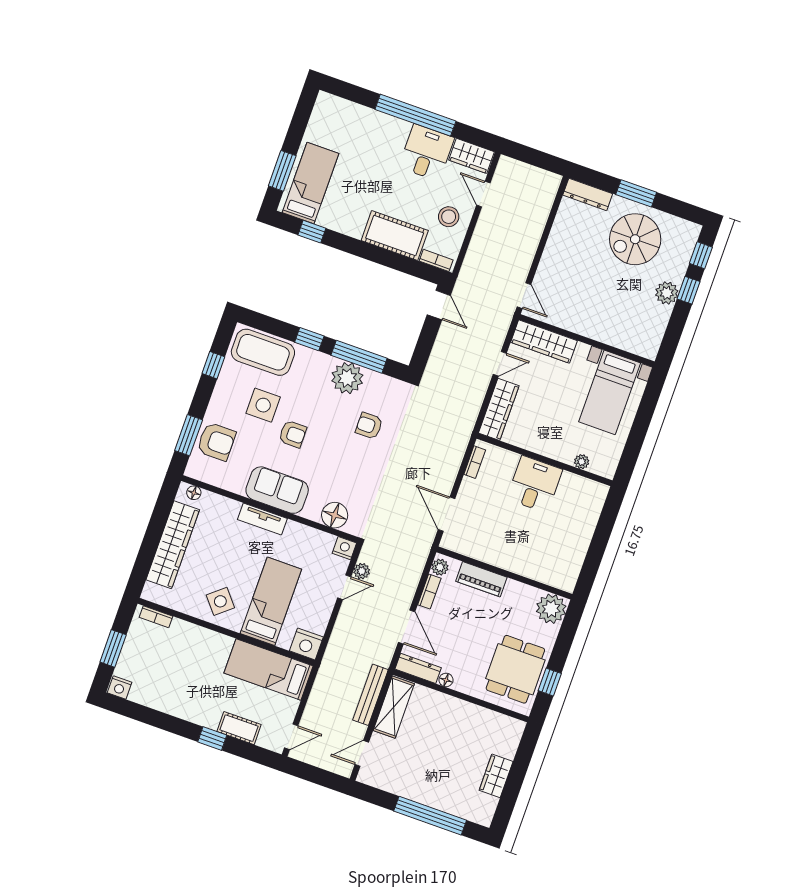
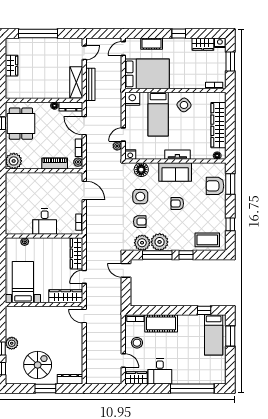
window: (415, 115) -> (192, 389), moved
door: (439, 305) -> (126, 270), moved
coffee table: (263, 352) -> (207, 240), width x0.73, depth x0.76
plant: (378, 387) -> (142, 243), added
side table: (263, 405) -> (140, 197), moved
bed: (269, 669) -> (147, 74), width x1.50
wardrobe: (150, 696) -> (203, 44), added
window: (212, 738) -> (179, 33), moved

